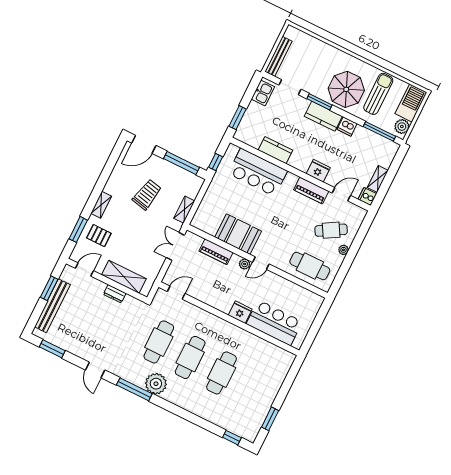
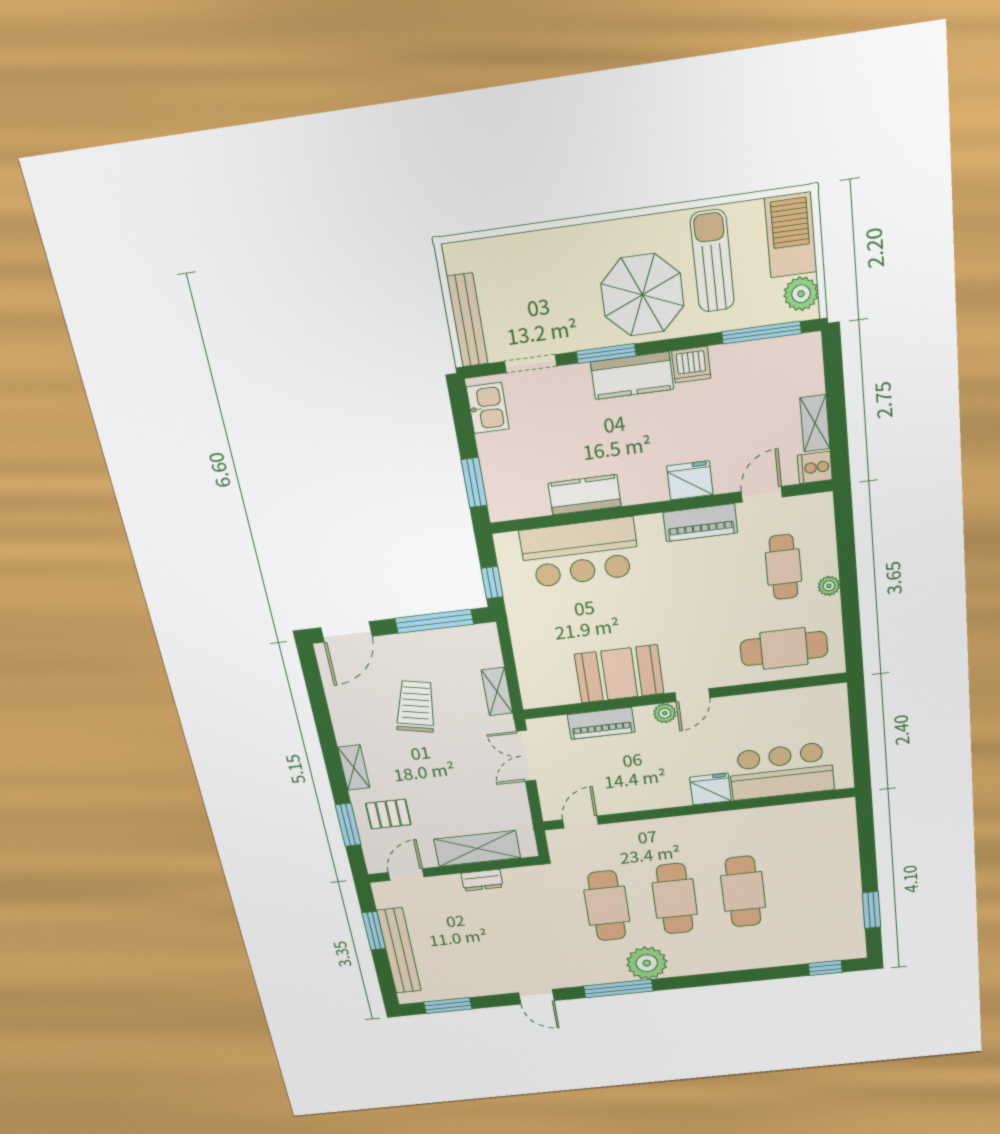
cafe table: (331, 230) -> (783, 567), turned -60

